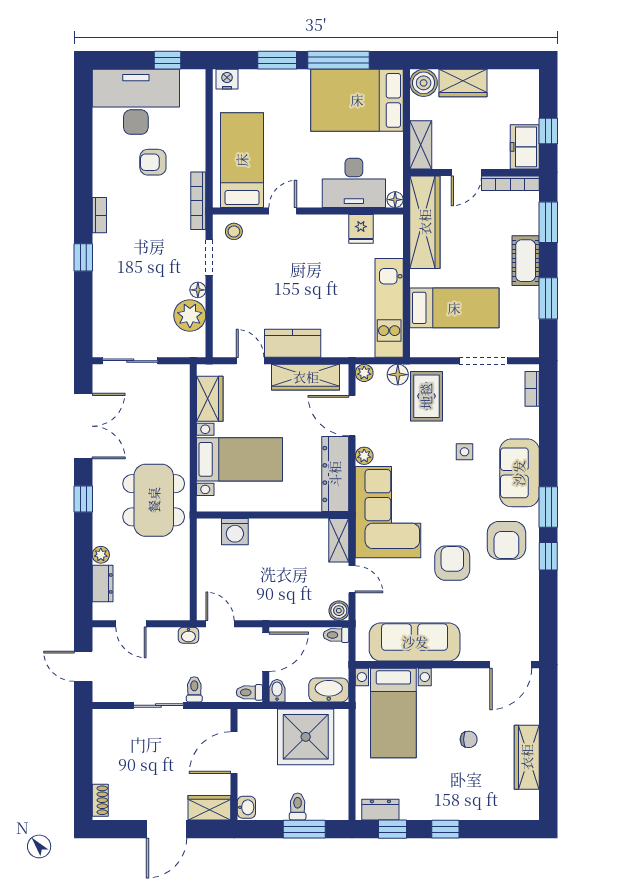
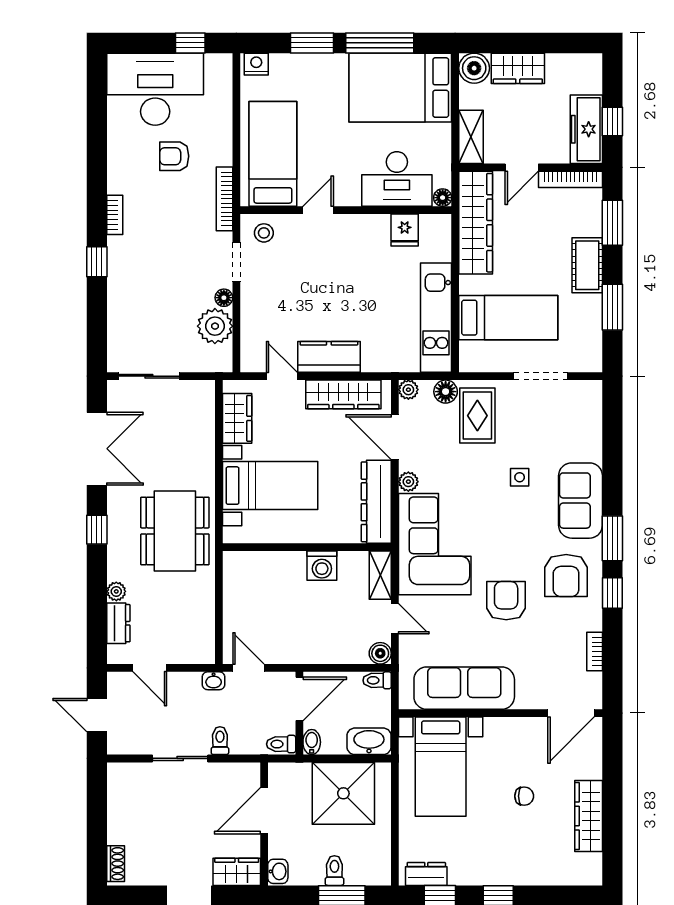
freezer: (525, 147) -> (586, 129), width x1.40
bookcase: (532, 389) -> (595, 651), moved
washing machine: (235, 532) -> (322, 566), moved

